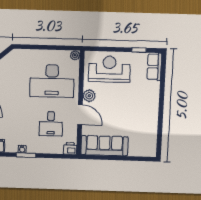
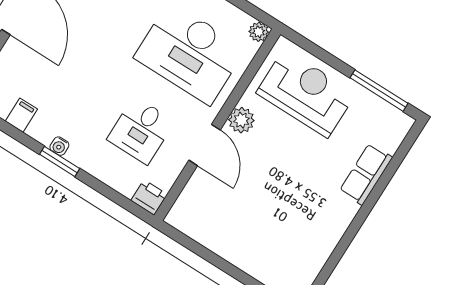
window: (139, 50) -> (379, 91), width x2.17
row of seats: (154, 67) -> (366, 174), moved
sofa: (104, 146) -> (216, 229), removed

